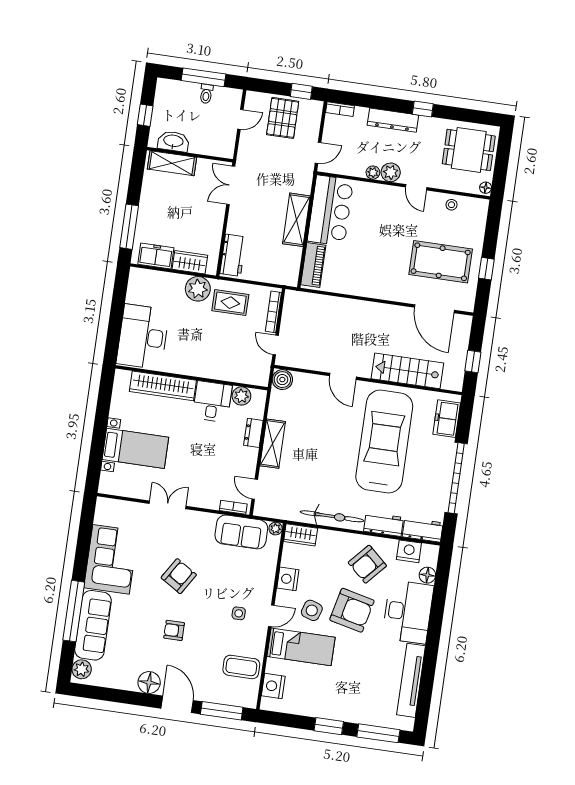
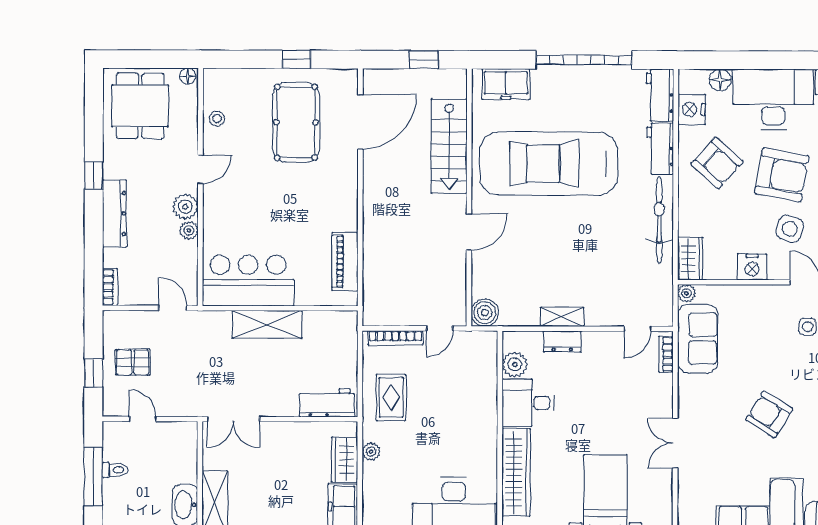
window: (301, 91) -> (93, 373), moved
pallet: (283, 118) -> (133, 362), width x0.67, depth x0.71
piano: (313, 265) -> (345, 261), moved, turned -90
plant: (198, 289) -> (371, 452), width x0.53, depth x0.53
shelving: (273, 444) -> (562, 317), width x0.67, depth x0.75
armchair: (352, 610) -> (782, 175), turned 87

